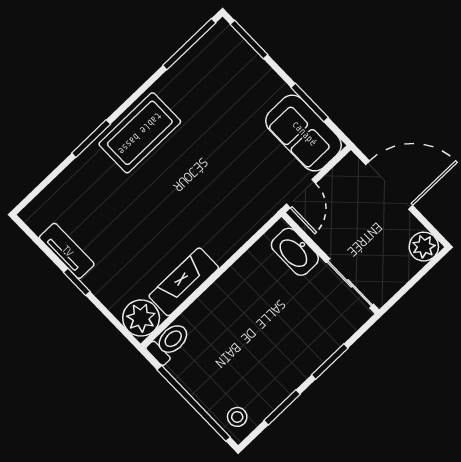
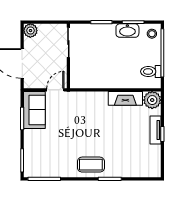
coffee table: (140, 133) -> (91, 165), width x0.73, depth x0.76
tv unit: (67, 251) -> (156, 130), moved
washbasin: (295, 252) -> (127, 31), moved, turned 90
toilet: (169, 343) -> (151, 72), moved

